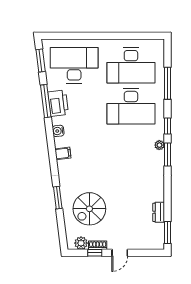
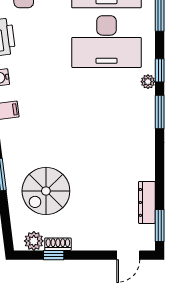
plant: (159, 145) -> (148, 82), moved
dresser: (159, 212) -> (147, 202), width x1.44
door: (120, 253) -> (128, 255), moved

